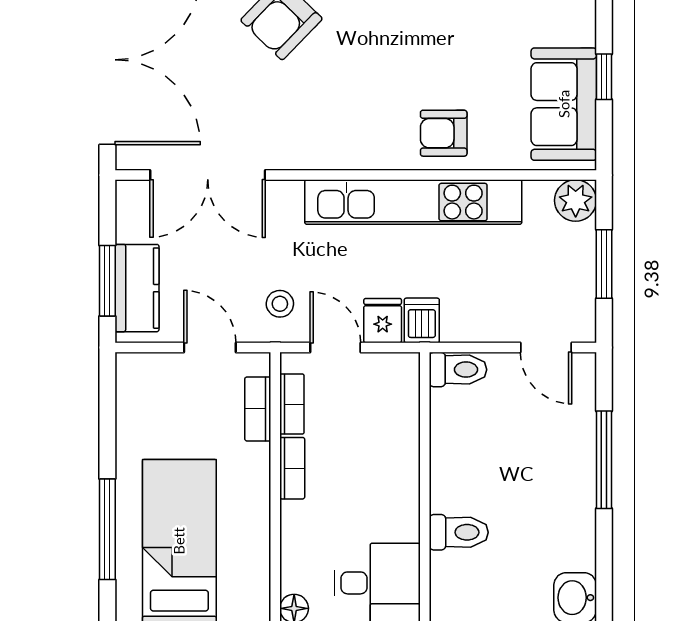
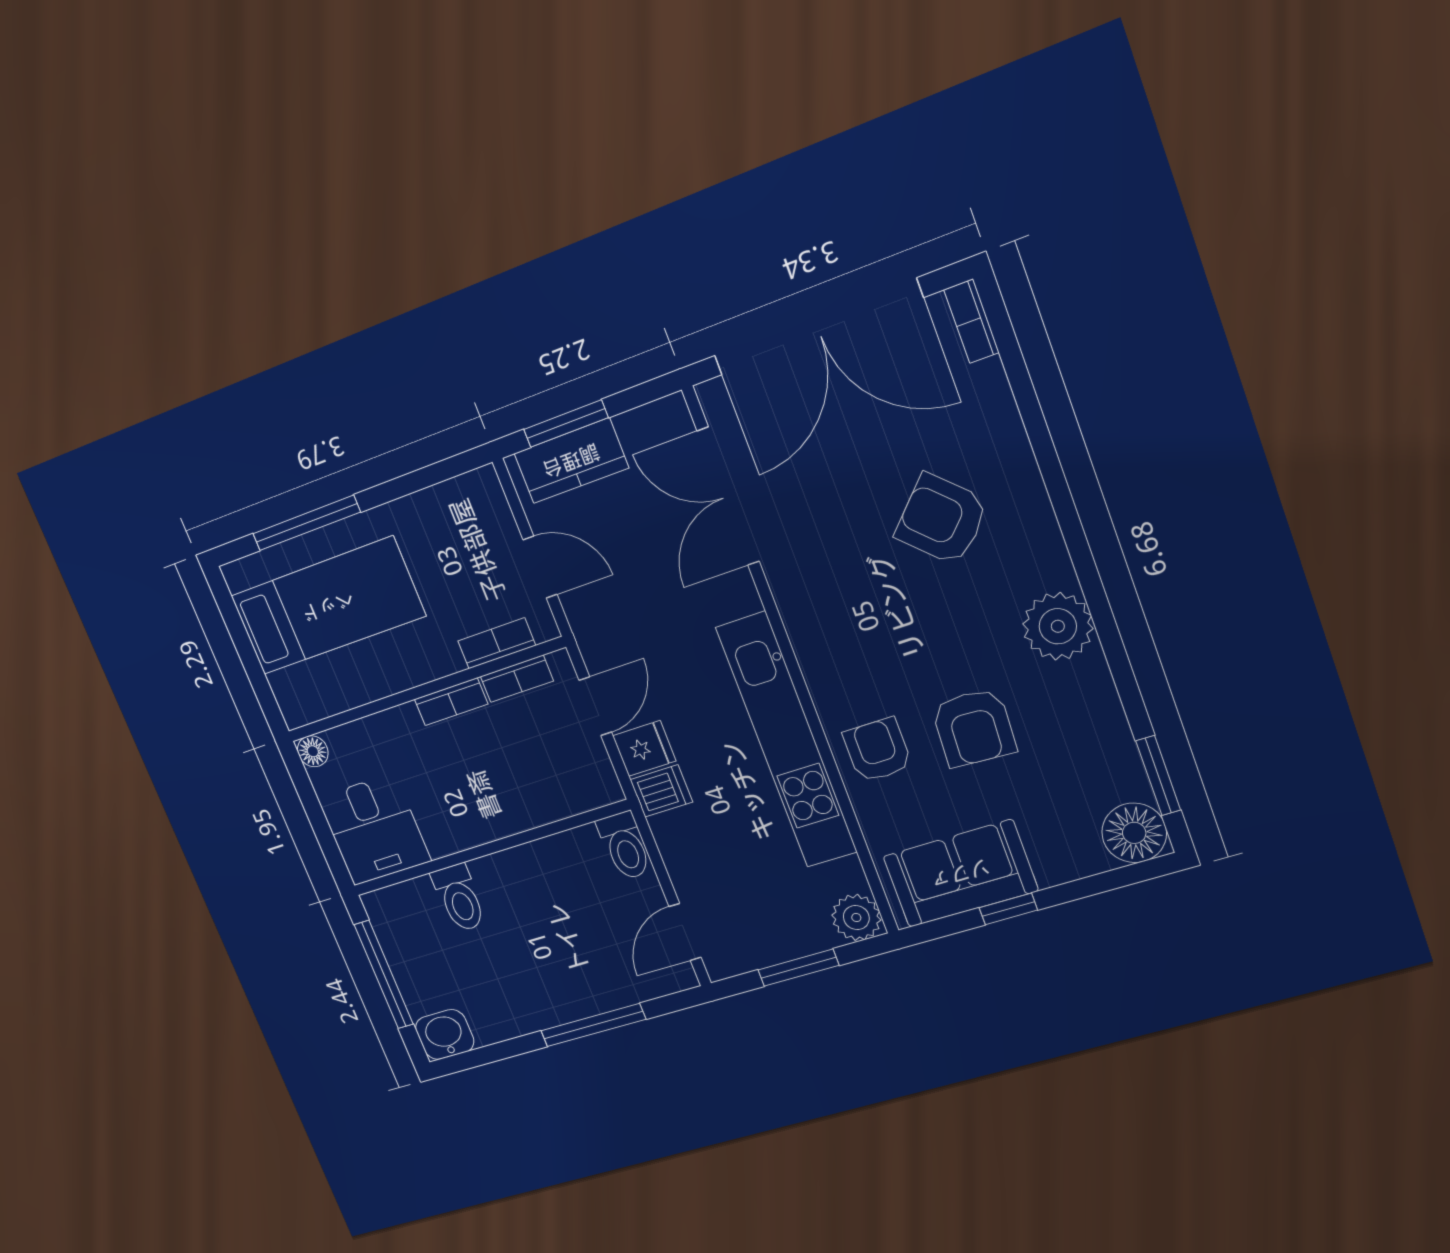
armchair: (450, 52) -> (974, 728), added
stool: (280, 304) -> (618, 629), removed
door: (210, 348) -> (540, 567), hinge flipped

